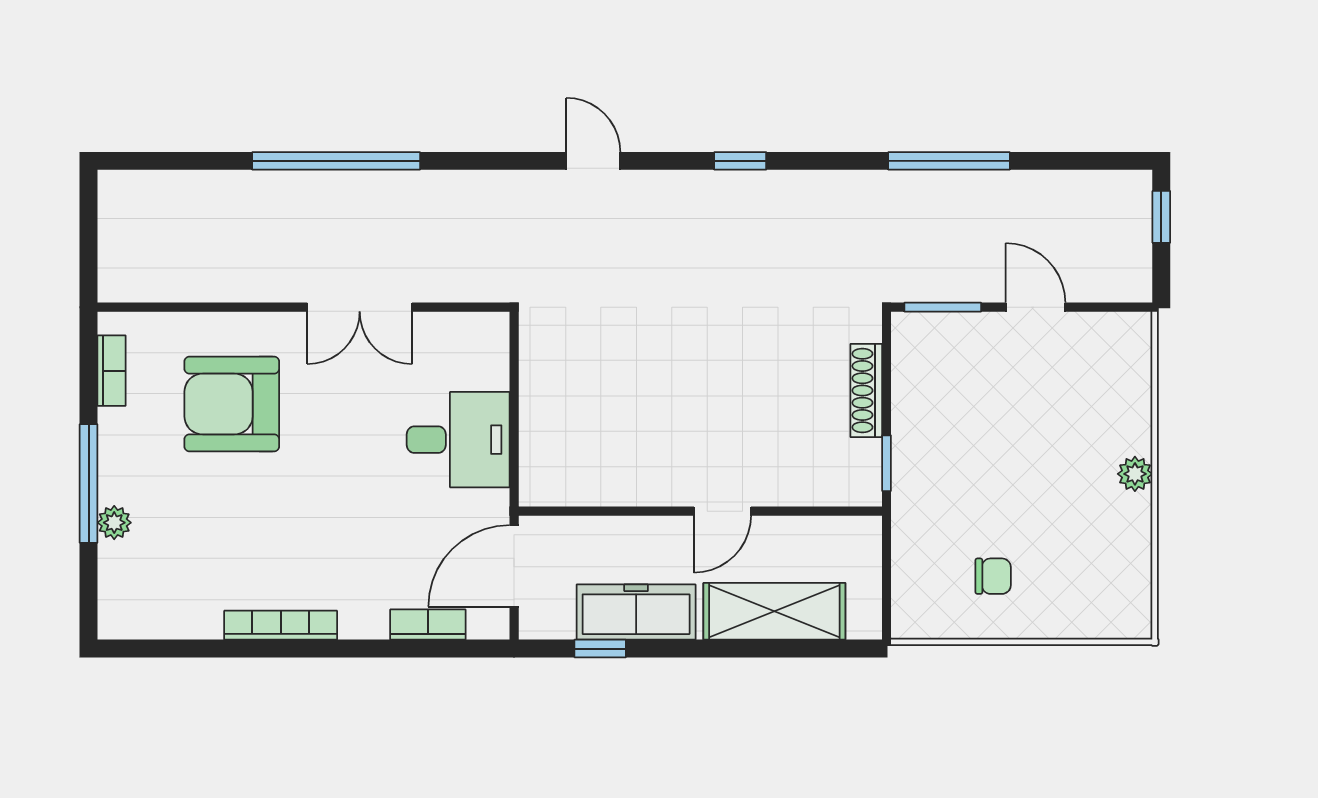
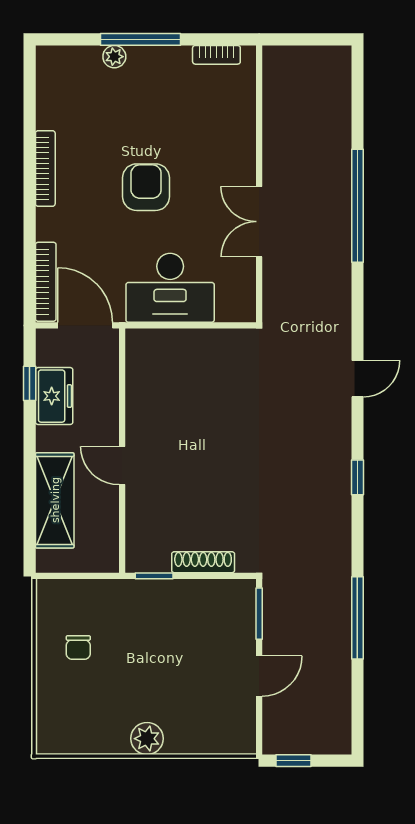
window: (1161, 217) -> (294, 761), moved
armchair: (232, 404) -> (146, 187), moved, width x0.73, depth x0.73
desk: (458, 440) -> (170, 288), width x1.37
plant: (1135, 474) -> (147, 739), width x1.38, depth x1.38
freezer: (636, 612) -> (54, 396), width x0.71
bookcase: (428, 625) -> (46, 282), width x1.56

